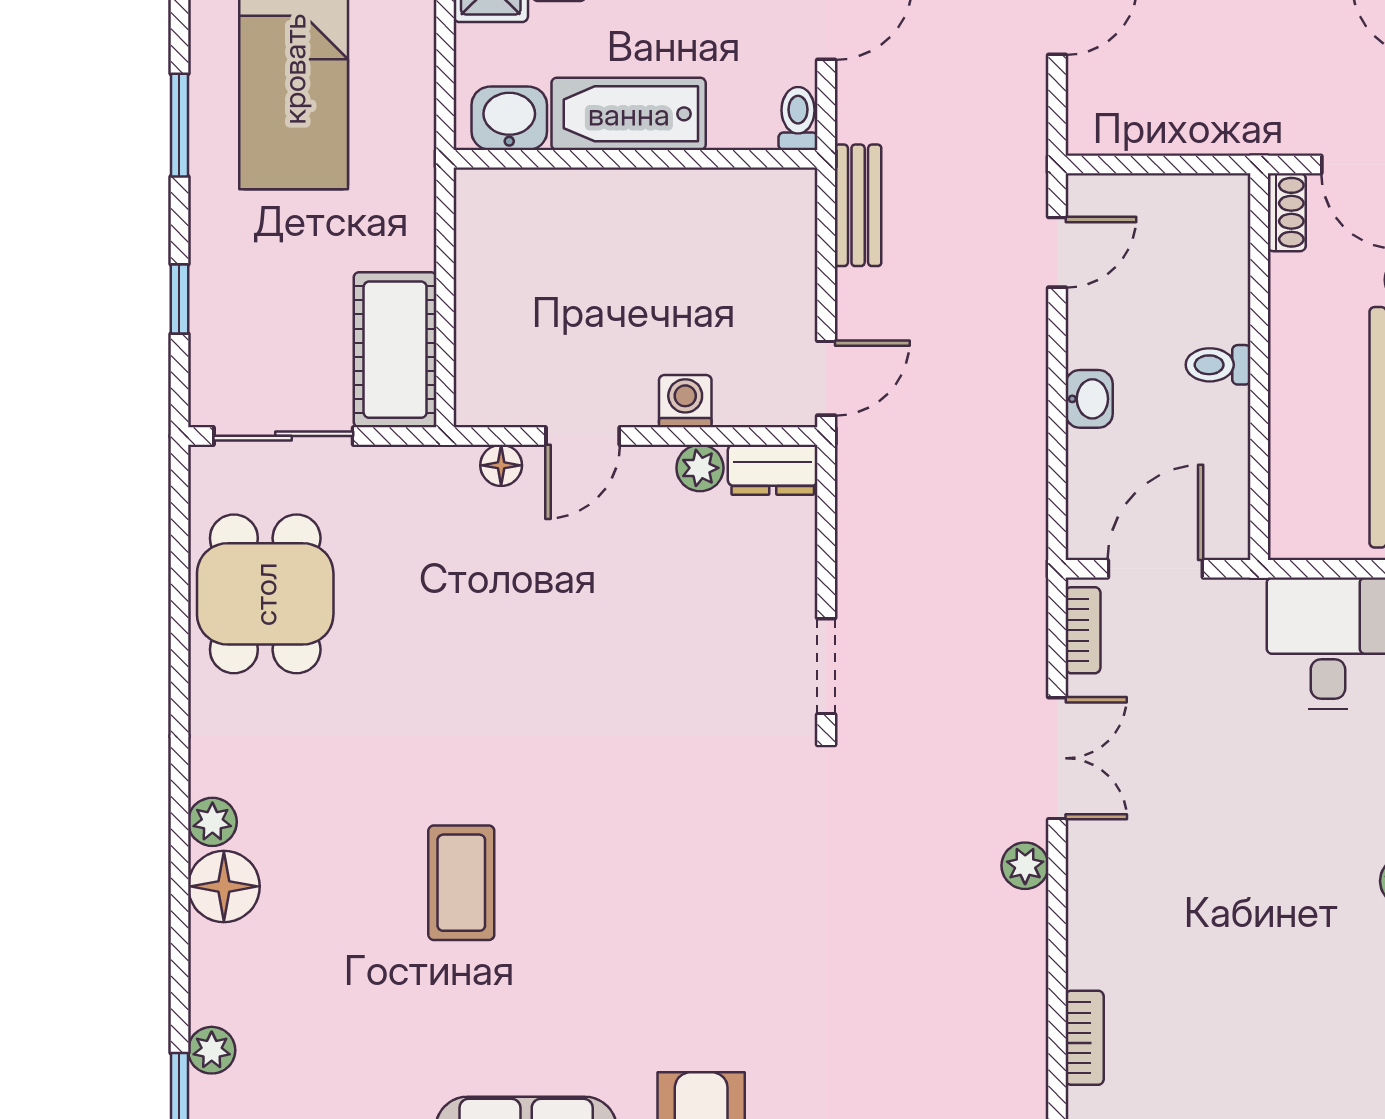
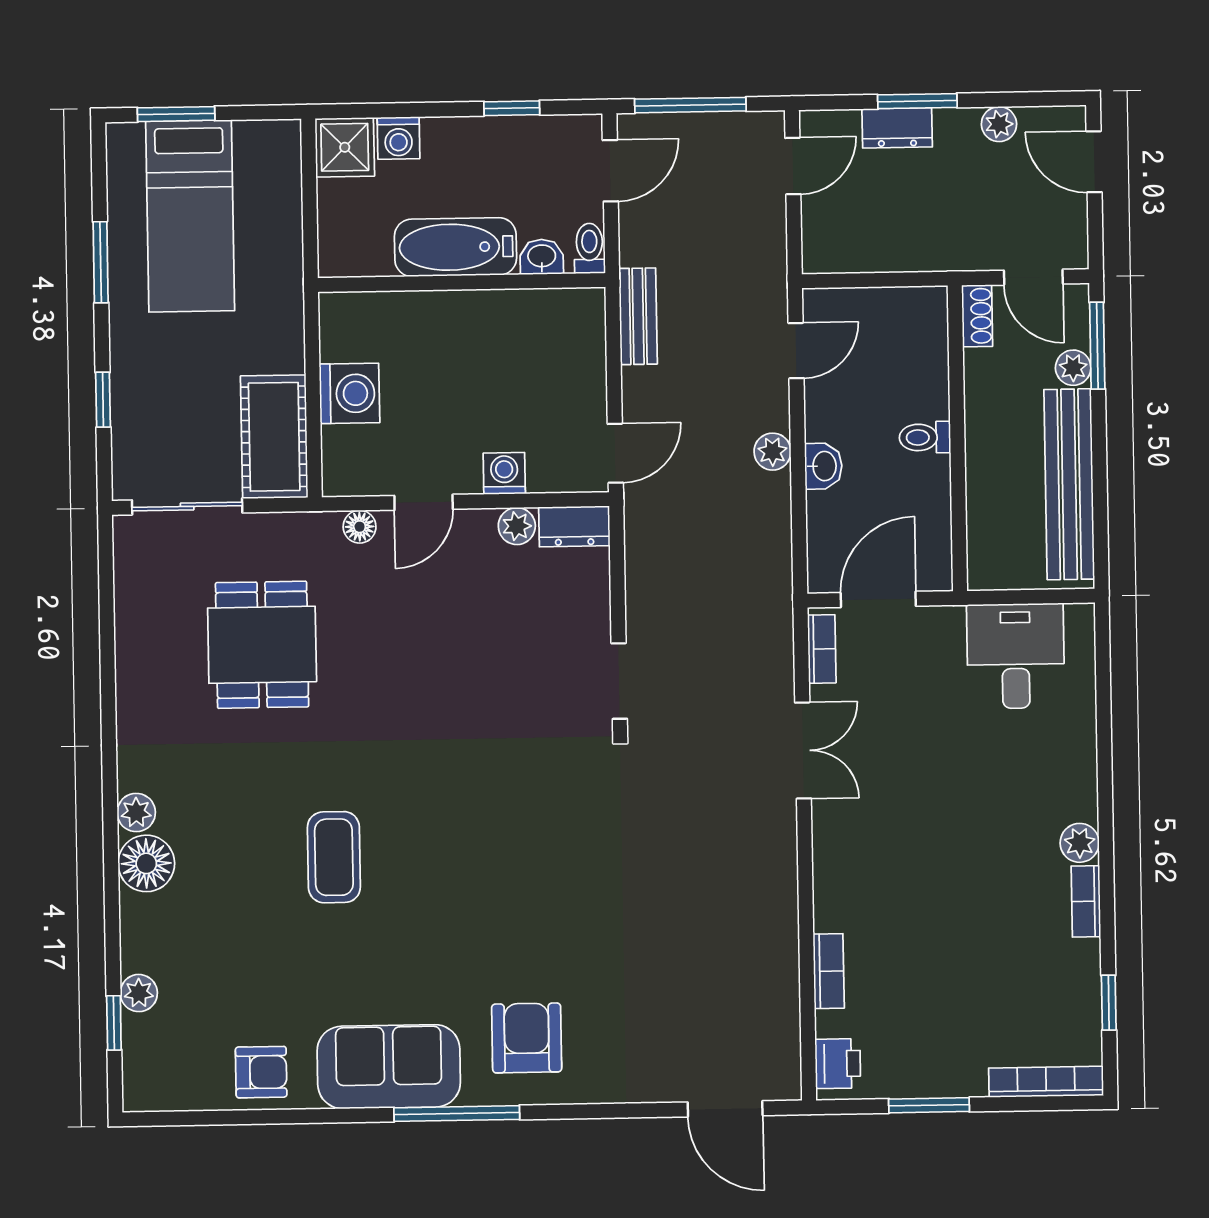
washbasin: (509, 118) -> (542, 257), moved, width x0.72, depth x0.69
washing machine: (491, 297) -> (350, 393), added
dining table: (265, 594) -> (262, 645), moved
plant: (1025, 866) -> (773, 452), moved

